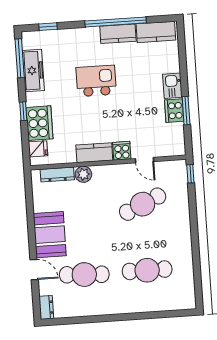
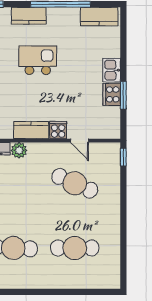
kitchen counter: (118, 34) -> (29, 16), moved
cafe table: (143, 204) -> (75, 183), turned 48

